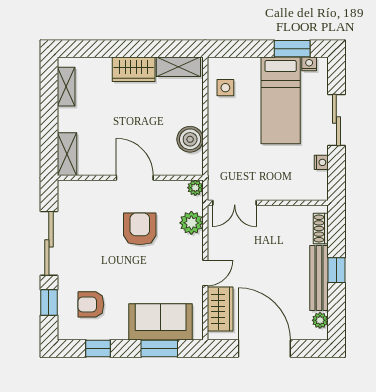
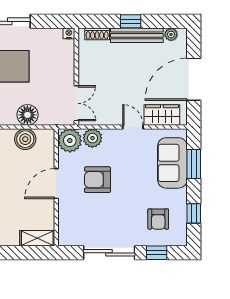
floor lamp: (220, 142) -> (27, 115), added
nightstand: (321, 162) -> (69, 33), moved
plant: (195, 188) -> (70, 141), width x1.88, depth x1.88

